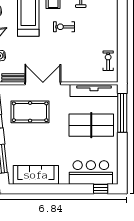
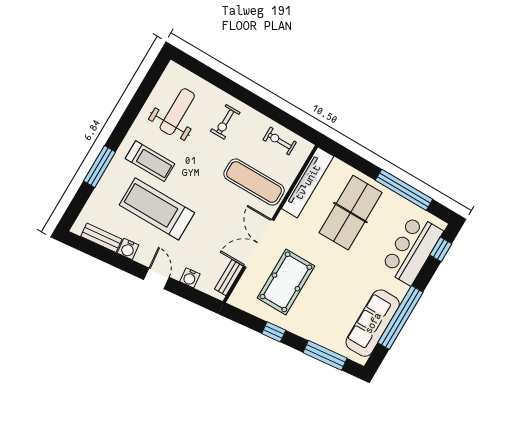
exercise bike: (64, 27) -> (225, 122), moved
exercise mat: (76, 60) -> (254, 182), added
window: (122, 113) -> (404, 190), moved
window: (48, 189) -> (400, 318), added

